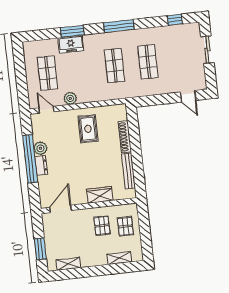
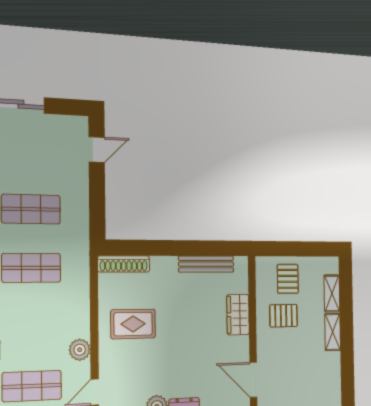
shoe rack: (125, 137) -> (124, 264), moved
pallet: (125, 226) -> (288, 279), turned 90
shelving: (68, 264) -> (333, 332), moved

